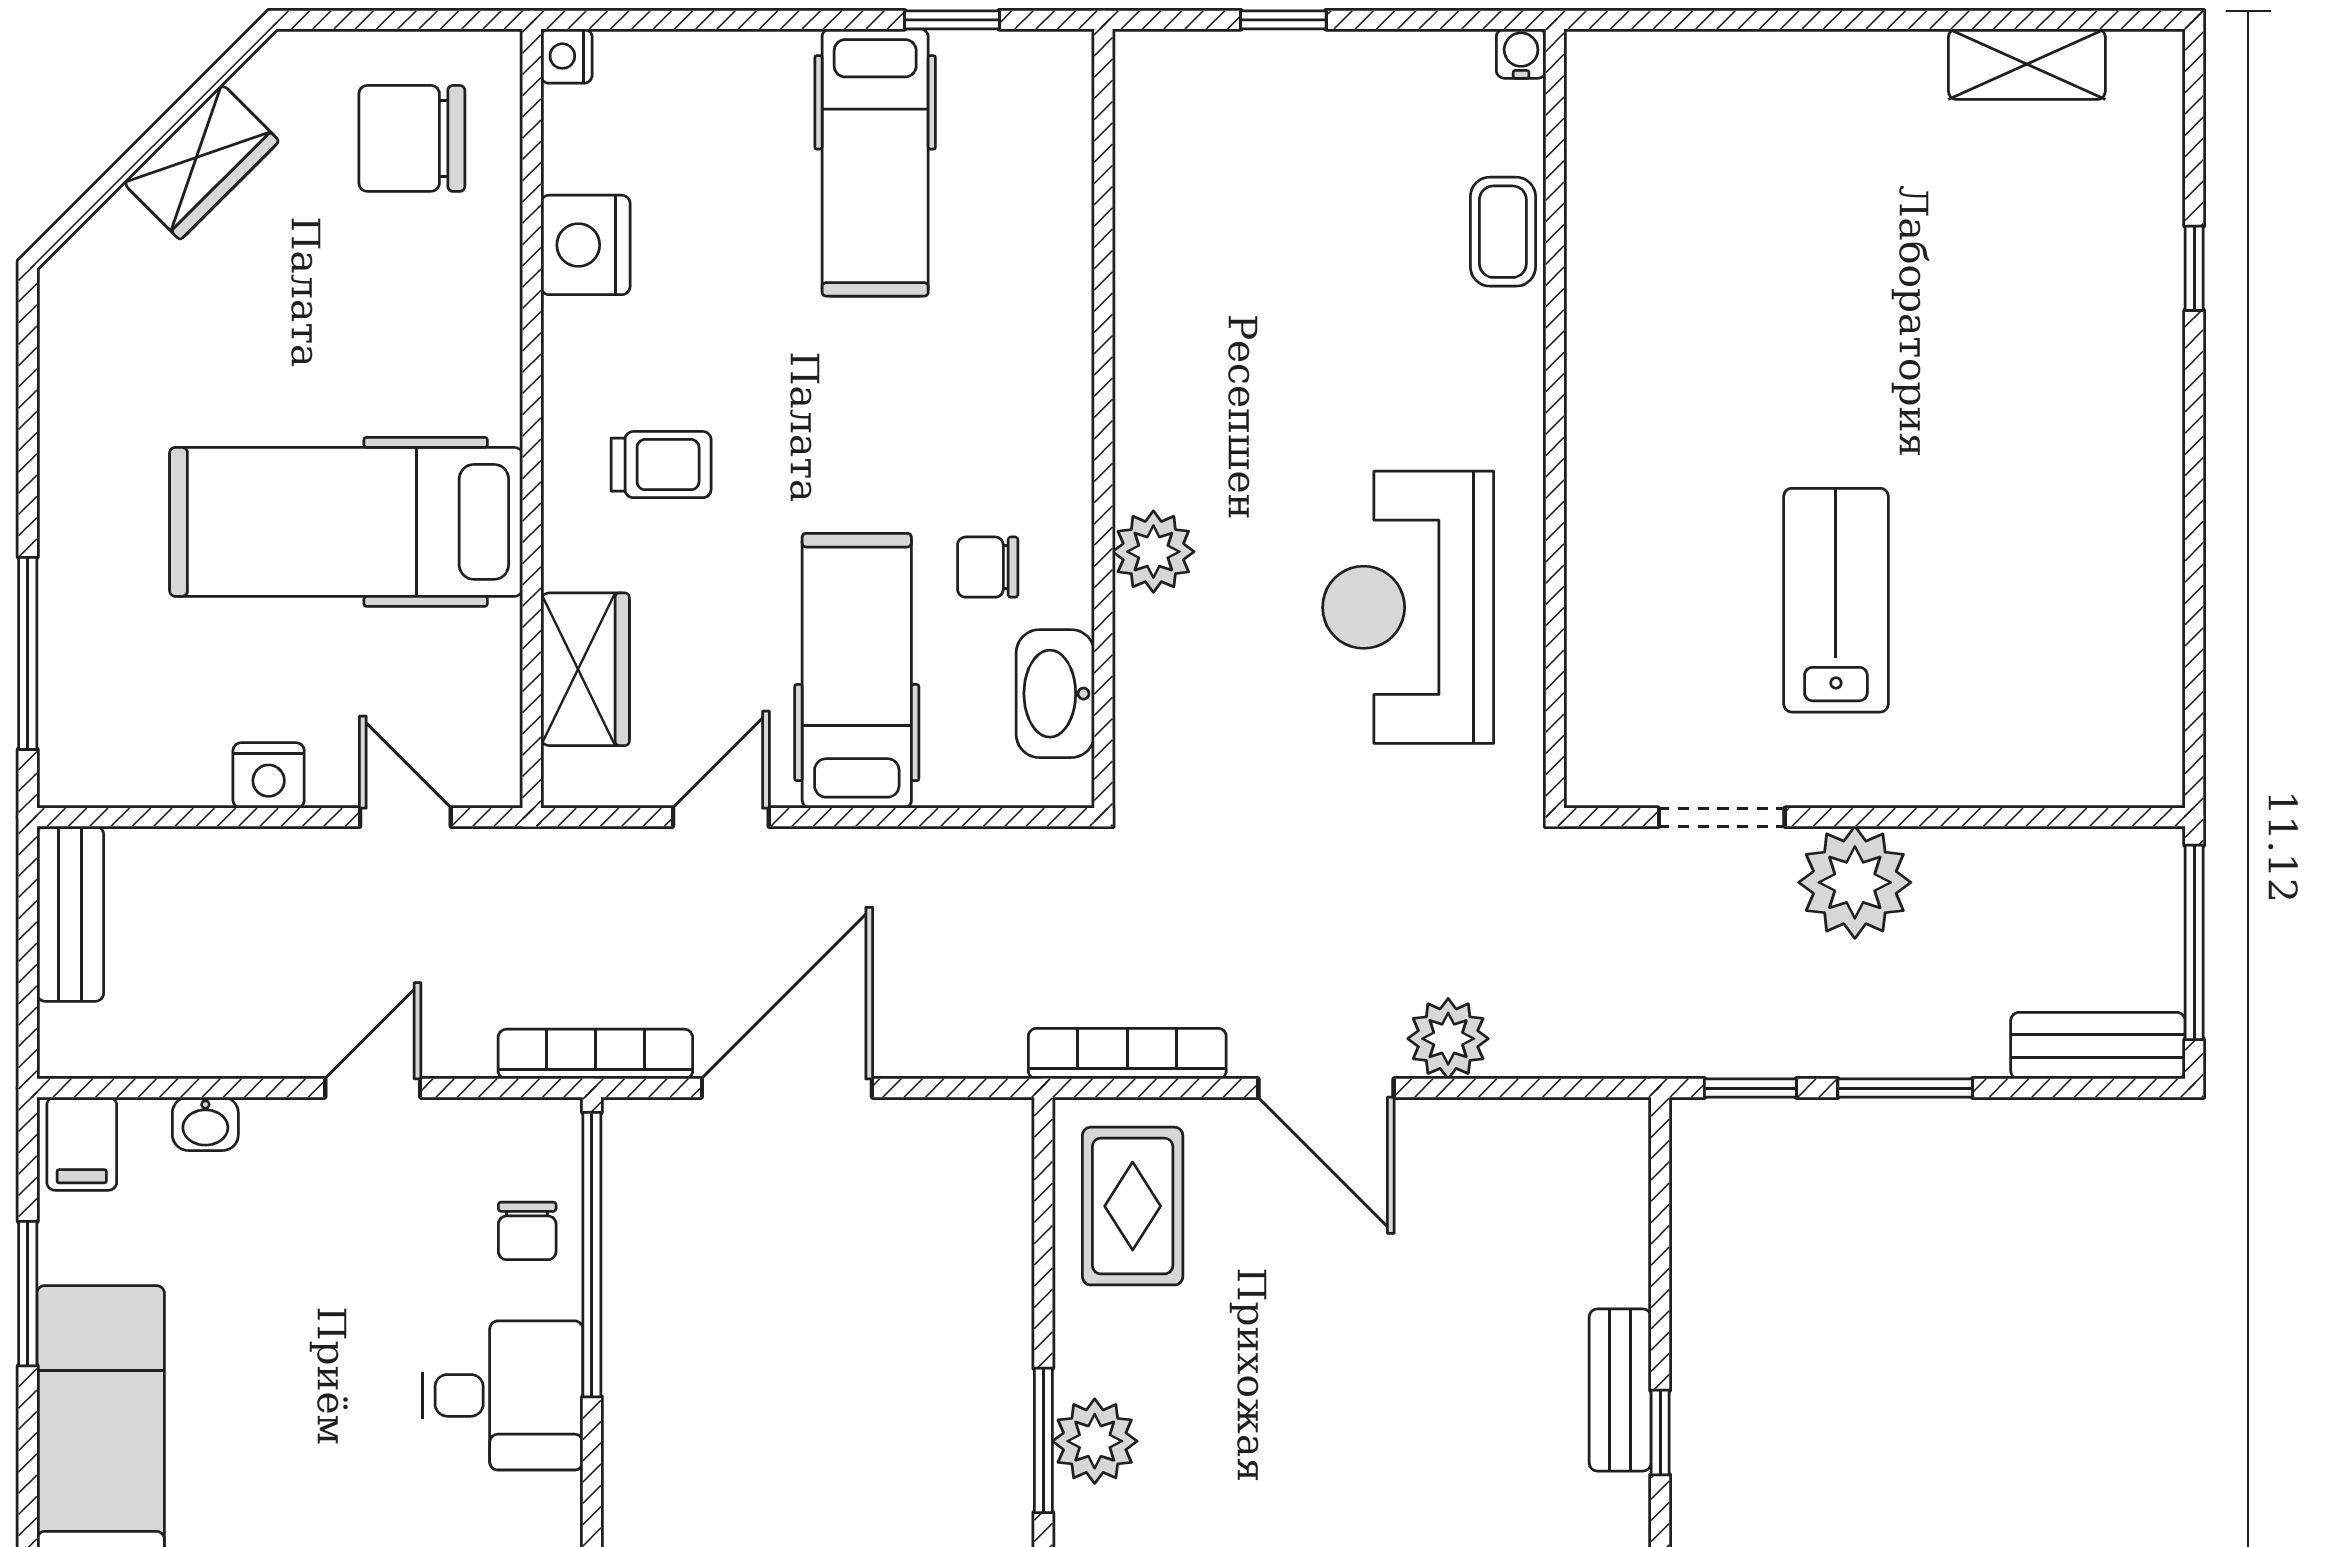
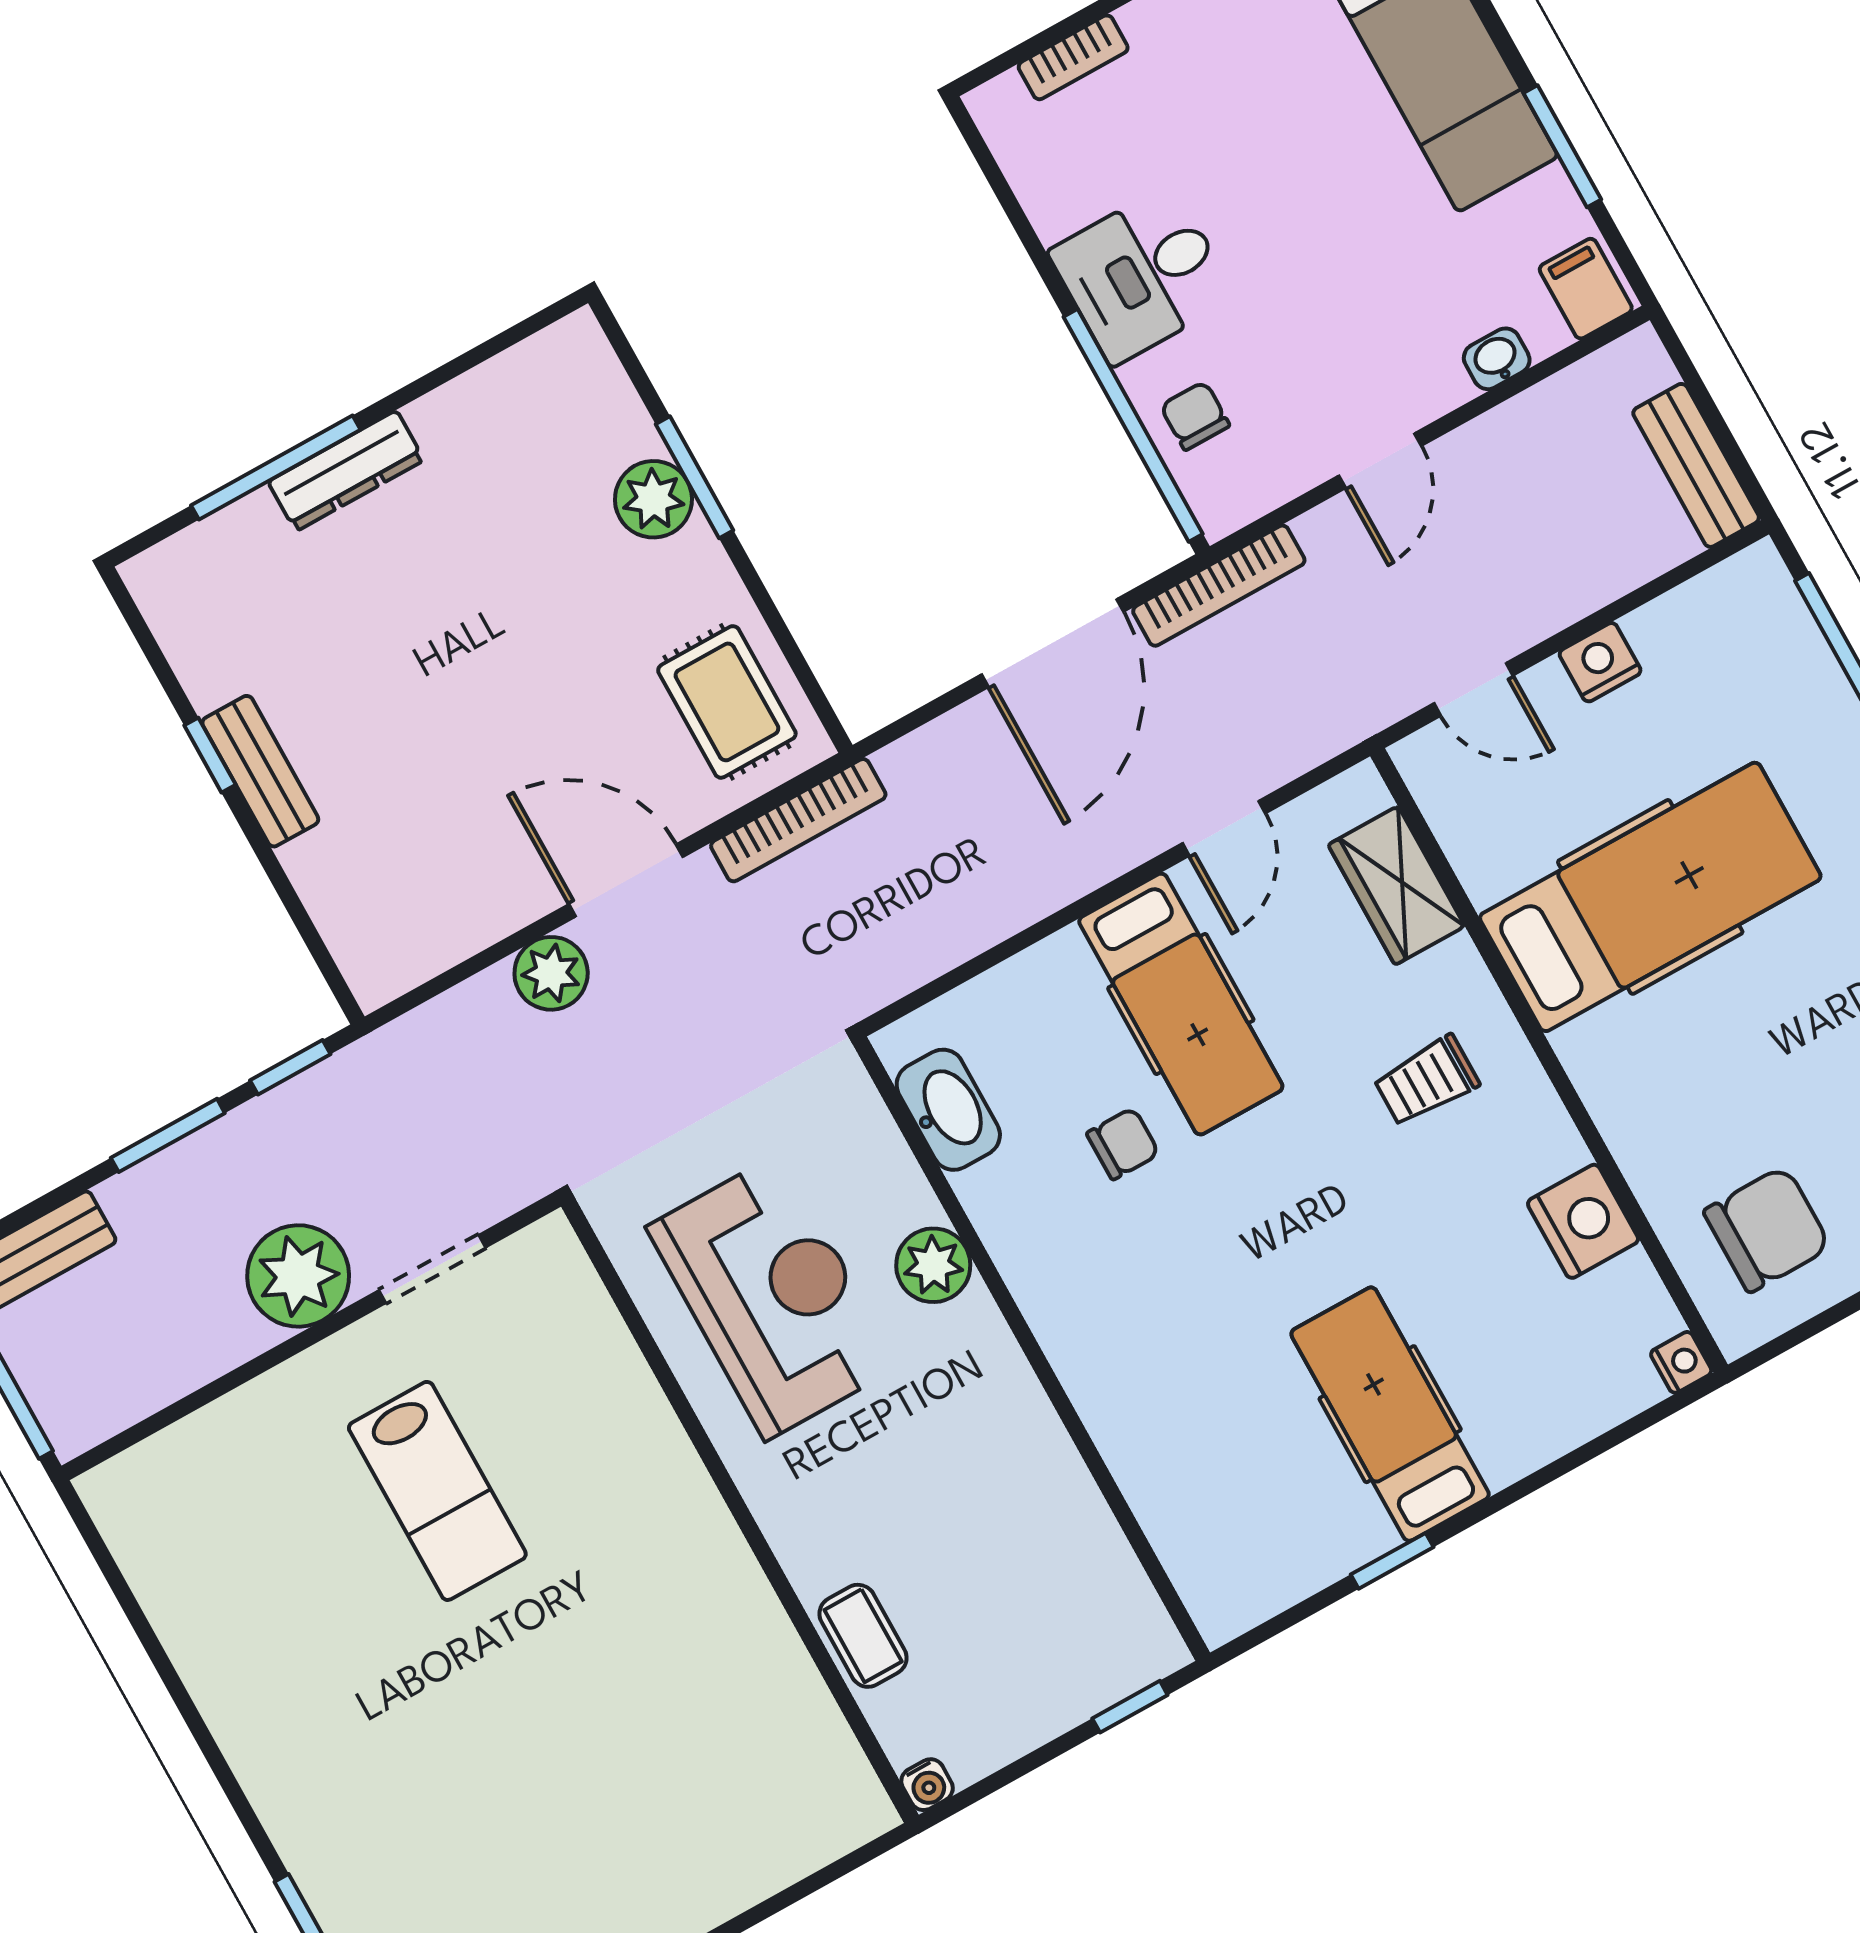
wall: (1103, 419) -> (1031, 1349), moved
plant: (1153, 552) -> (933, 1265), moved
washbasin: (1055, 694) -> (948, 1110), moved

